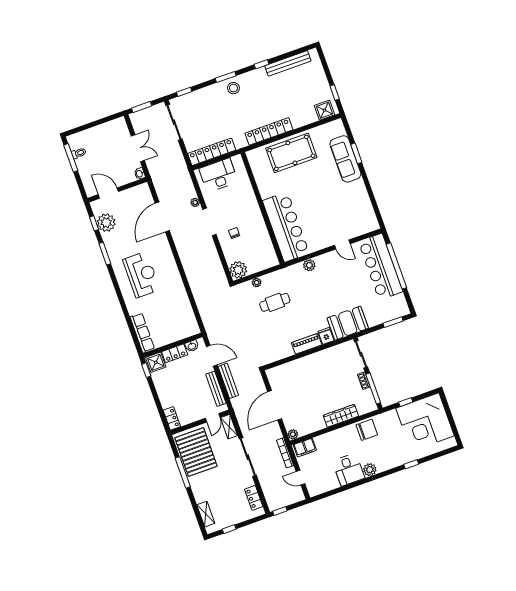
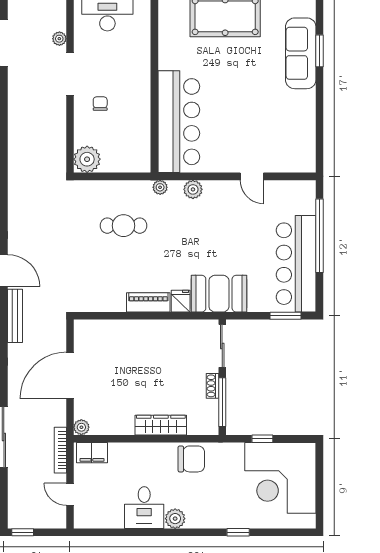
bar counter: (381, 267) -> (296, 264), moved
plant: (257, 283) -> (160, 187), moved

